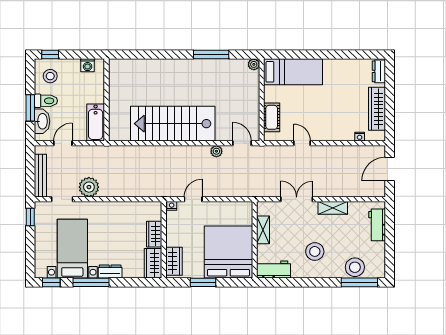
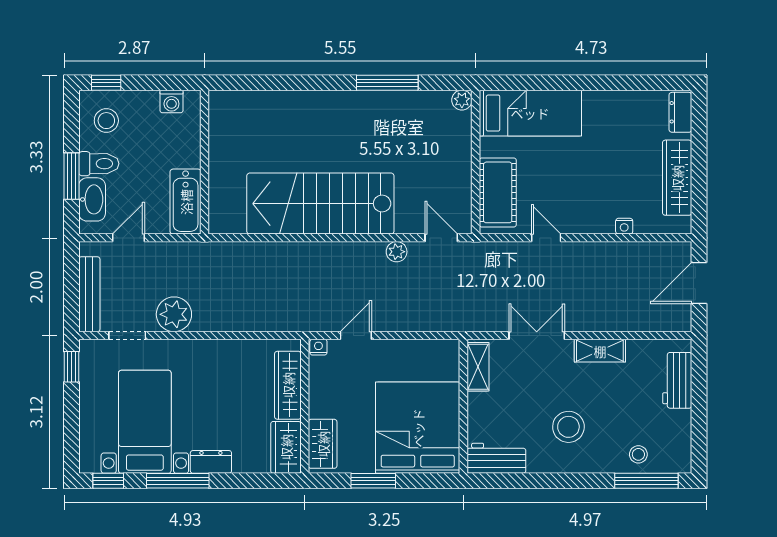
cot: (272, 117) -> (498, 192), width x1.37, depth x1.34
nightstand: (360, 137) -> (624, 226), moved
shelving: (263, 230) -> (478, 367), moved
wardrobe: (154, 234) -> (288, 385), width x1.50
stool: (355, 267) -> (638, 454), width x0.53, depth x0.53

